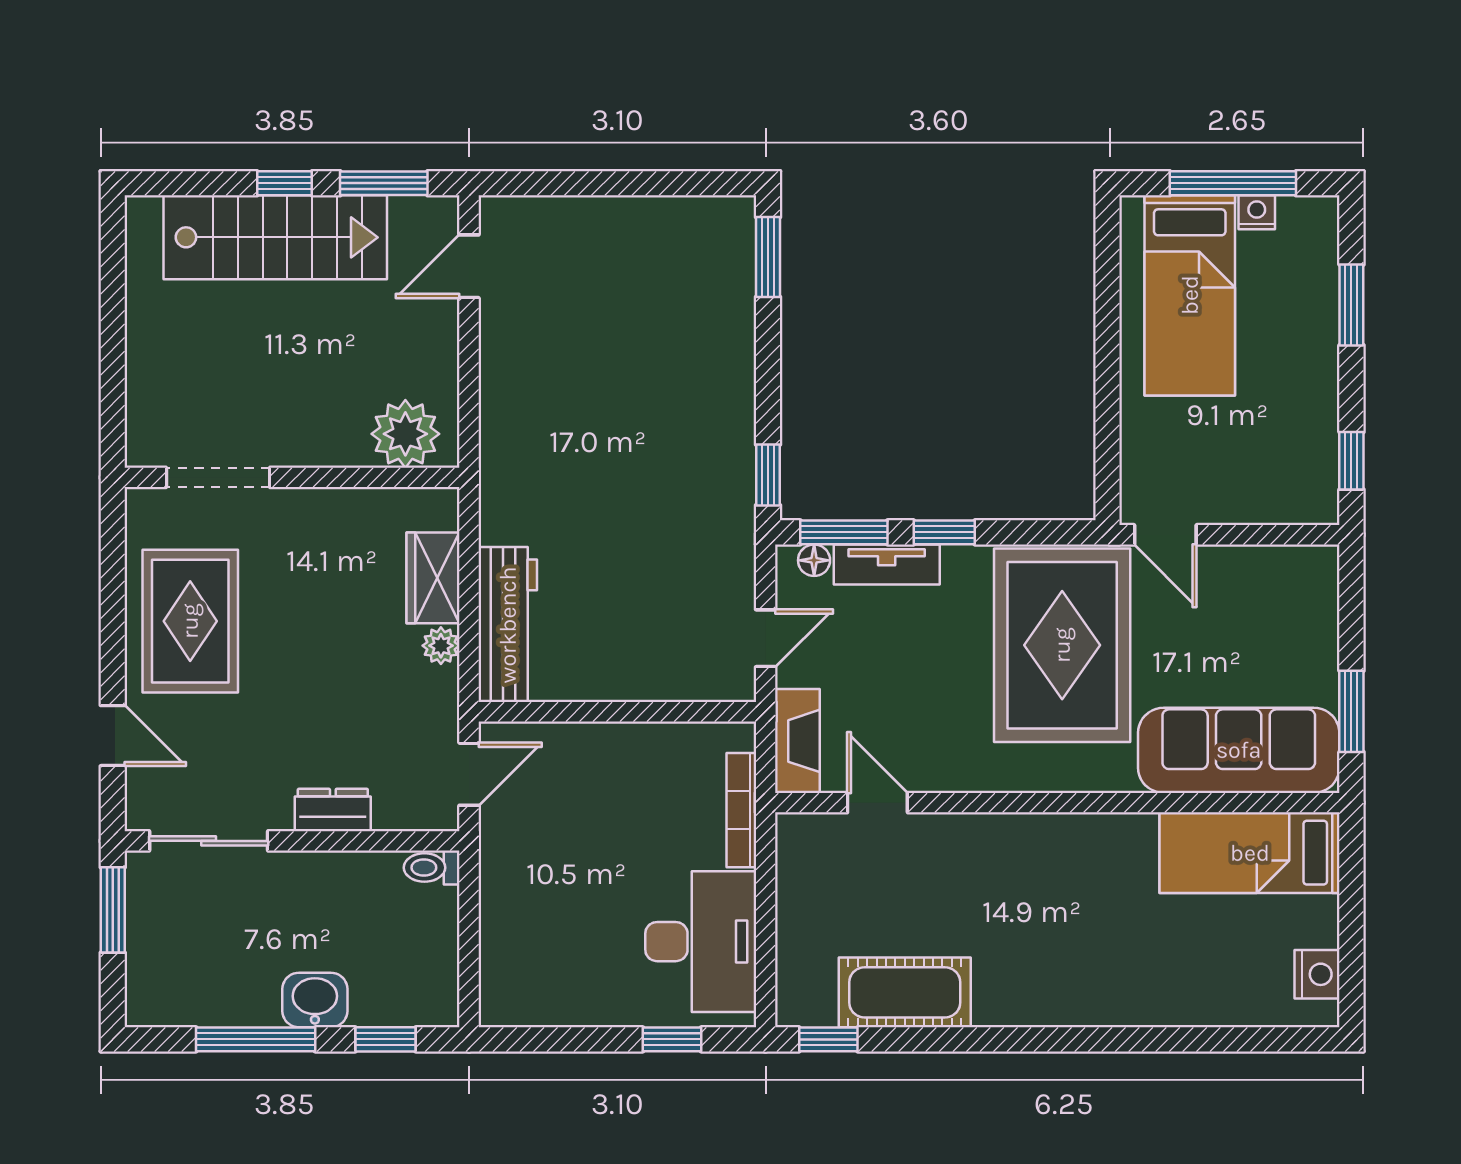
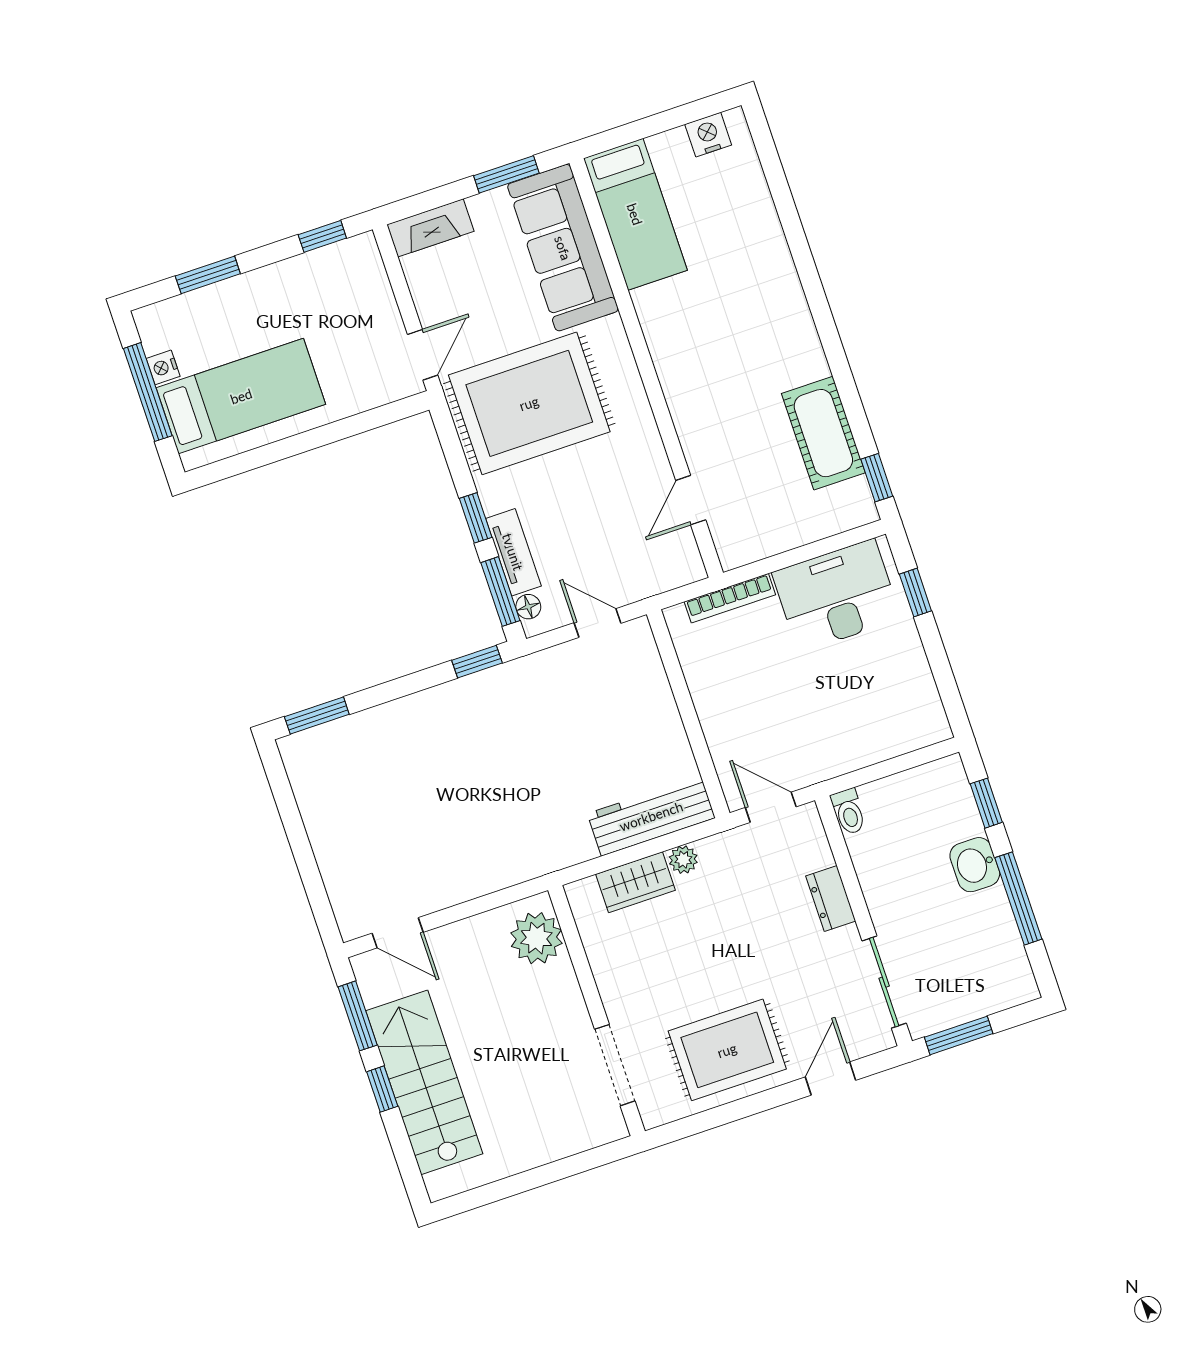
fireplace: (797, 741) -> (430, 228), moved, turned 180

